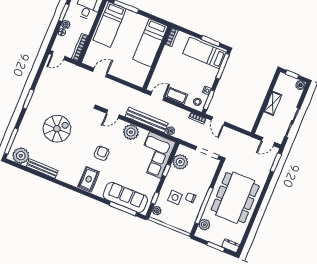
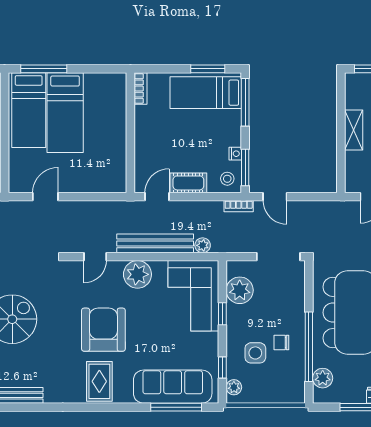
bed: (150, 43) -> (65, 113), moved
armchair: (102, 153) -> (103, 330), width x1.88, depth x1.88

